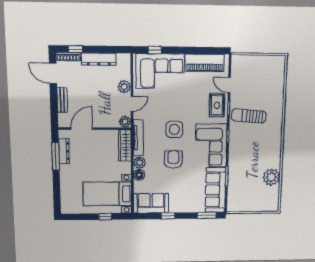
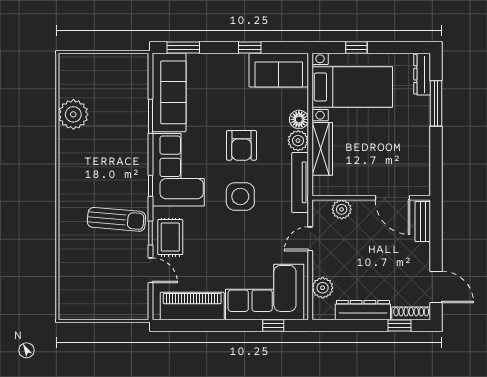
plant: (124, 87) -> (323, 288), moved
bench: (62, 100) -> (423, 221), moved
plant: (125, 122) -> (342, 209), moved
door: (82, 129) -> (392, 198), hinge flipped
wardrobe: (125, 146) -> (322, 149), moved
dresser: (64, 151) -> (422, 74), moved
window: (56, 156) -> (436, 103), moved

